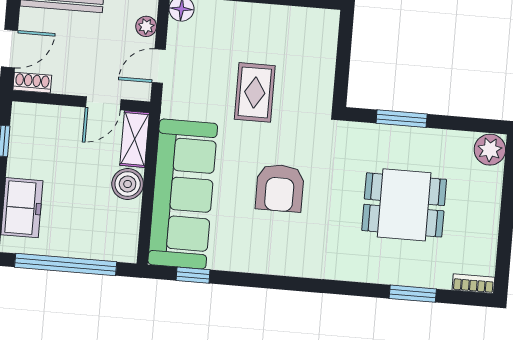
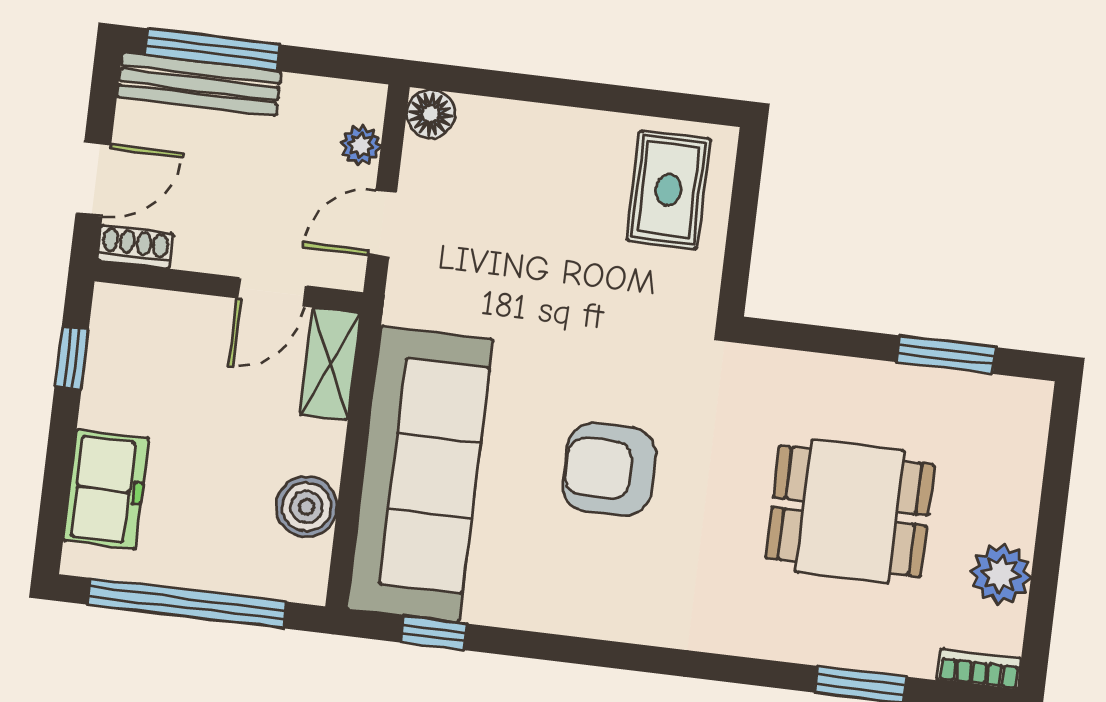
rug: (255, 92) -> (668, 190), moved
window: (402, 119) -> (946, 355), moved
plant: (490, 150) -> (1001, 574), moved
boiler: (128, 184) -> (307, 507), moved
armchair: (280, 188) -> (609, 469), turned 90

